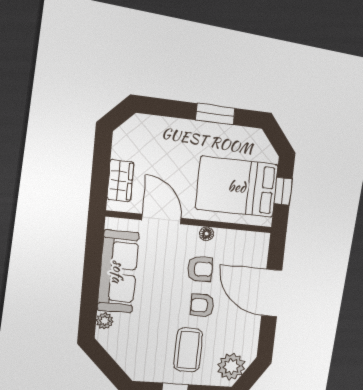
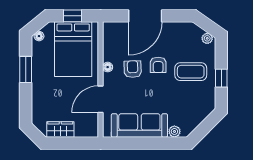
floor lamp: (261, 140) -> (39, 36), added
wardrobe: (120, 181) -> (60, 130), moved
plant: (231, 367) -> (207, 38), width x0.53, depth x0.53

